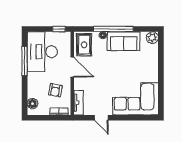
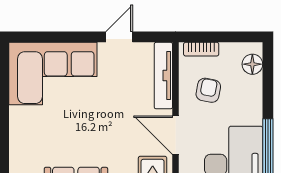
tv unit: (78, 103) -> (163, 76), width x1.41
door: (101, 118) -> (119, 37), hinge flipped

